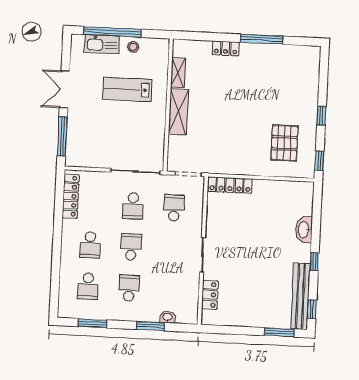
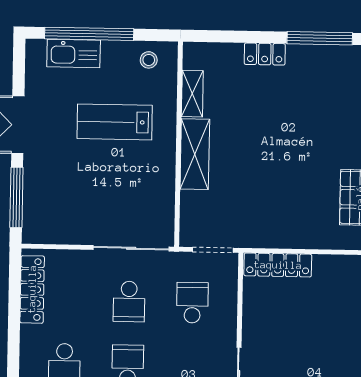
stool: (133, 47) -> (149, 60), moved

